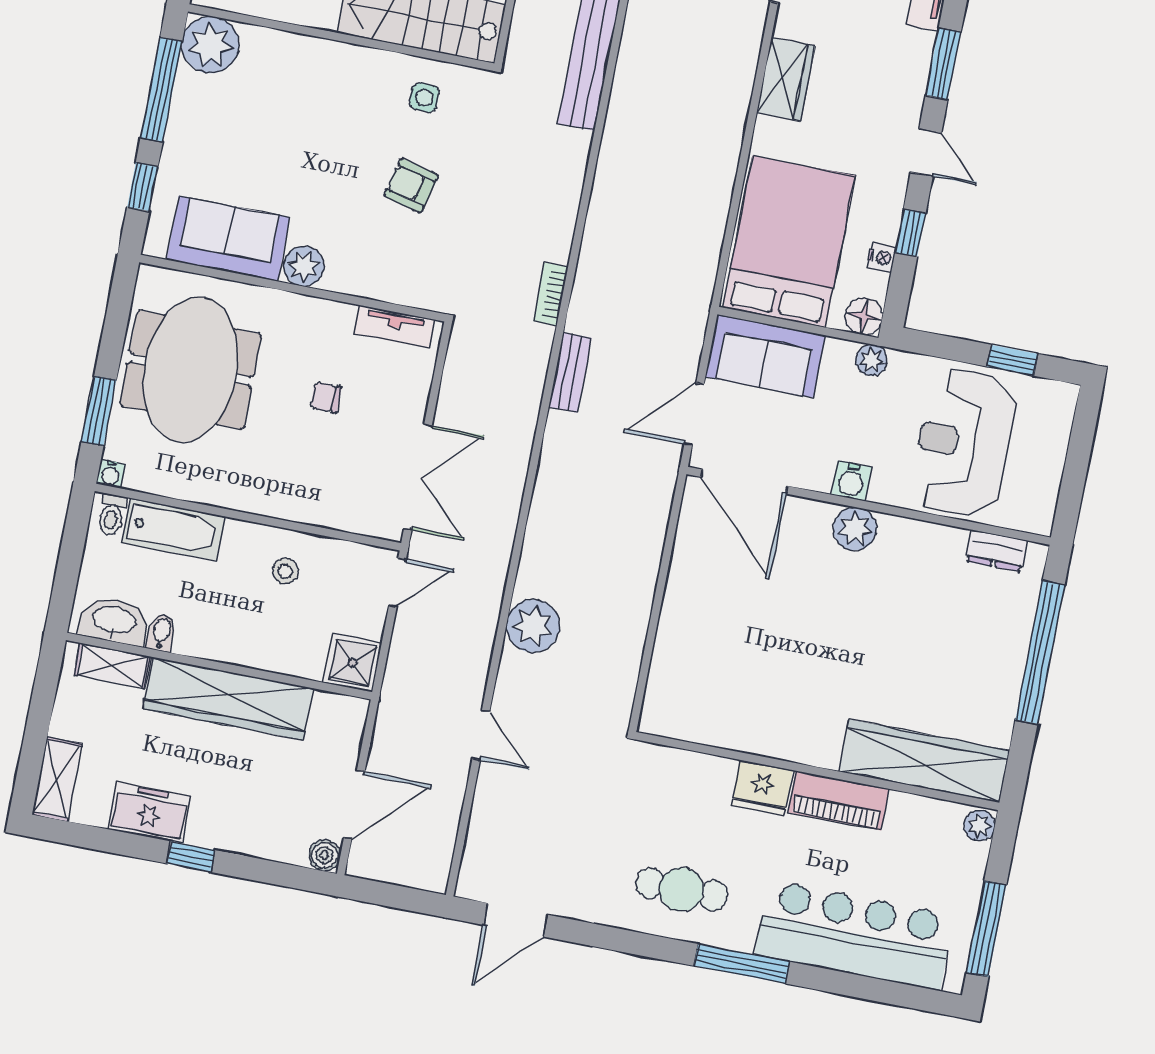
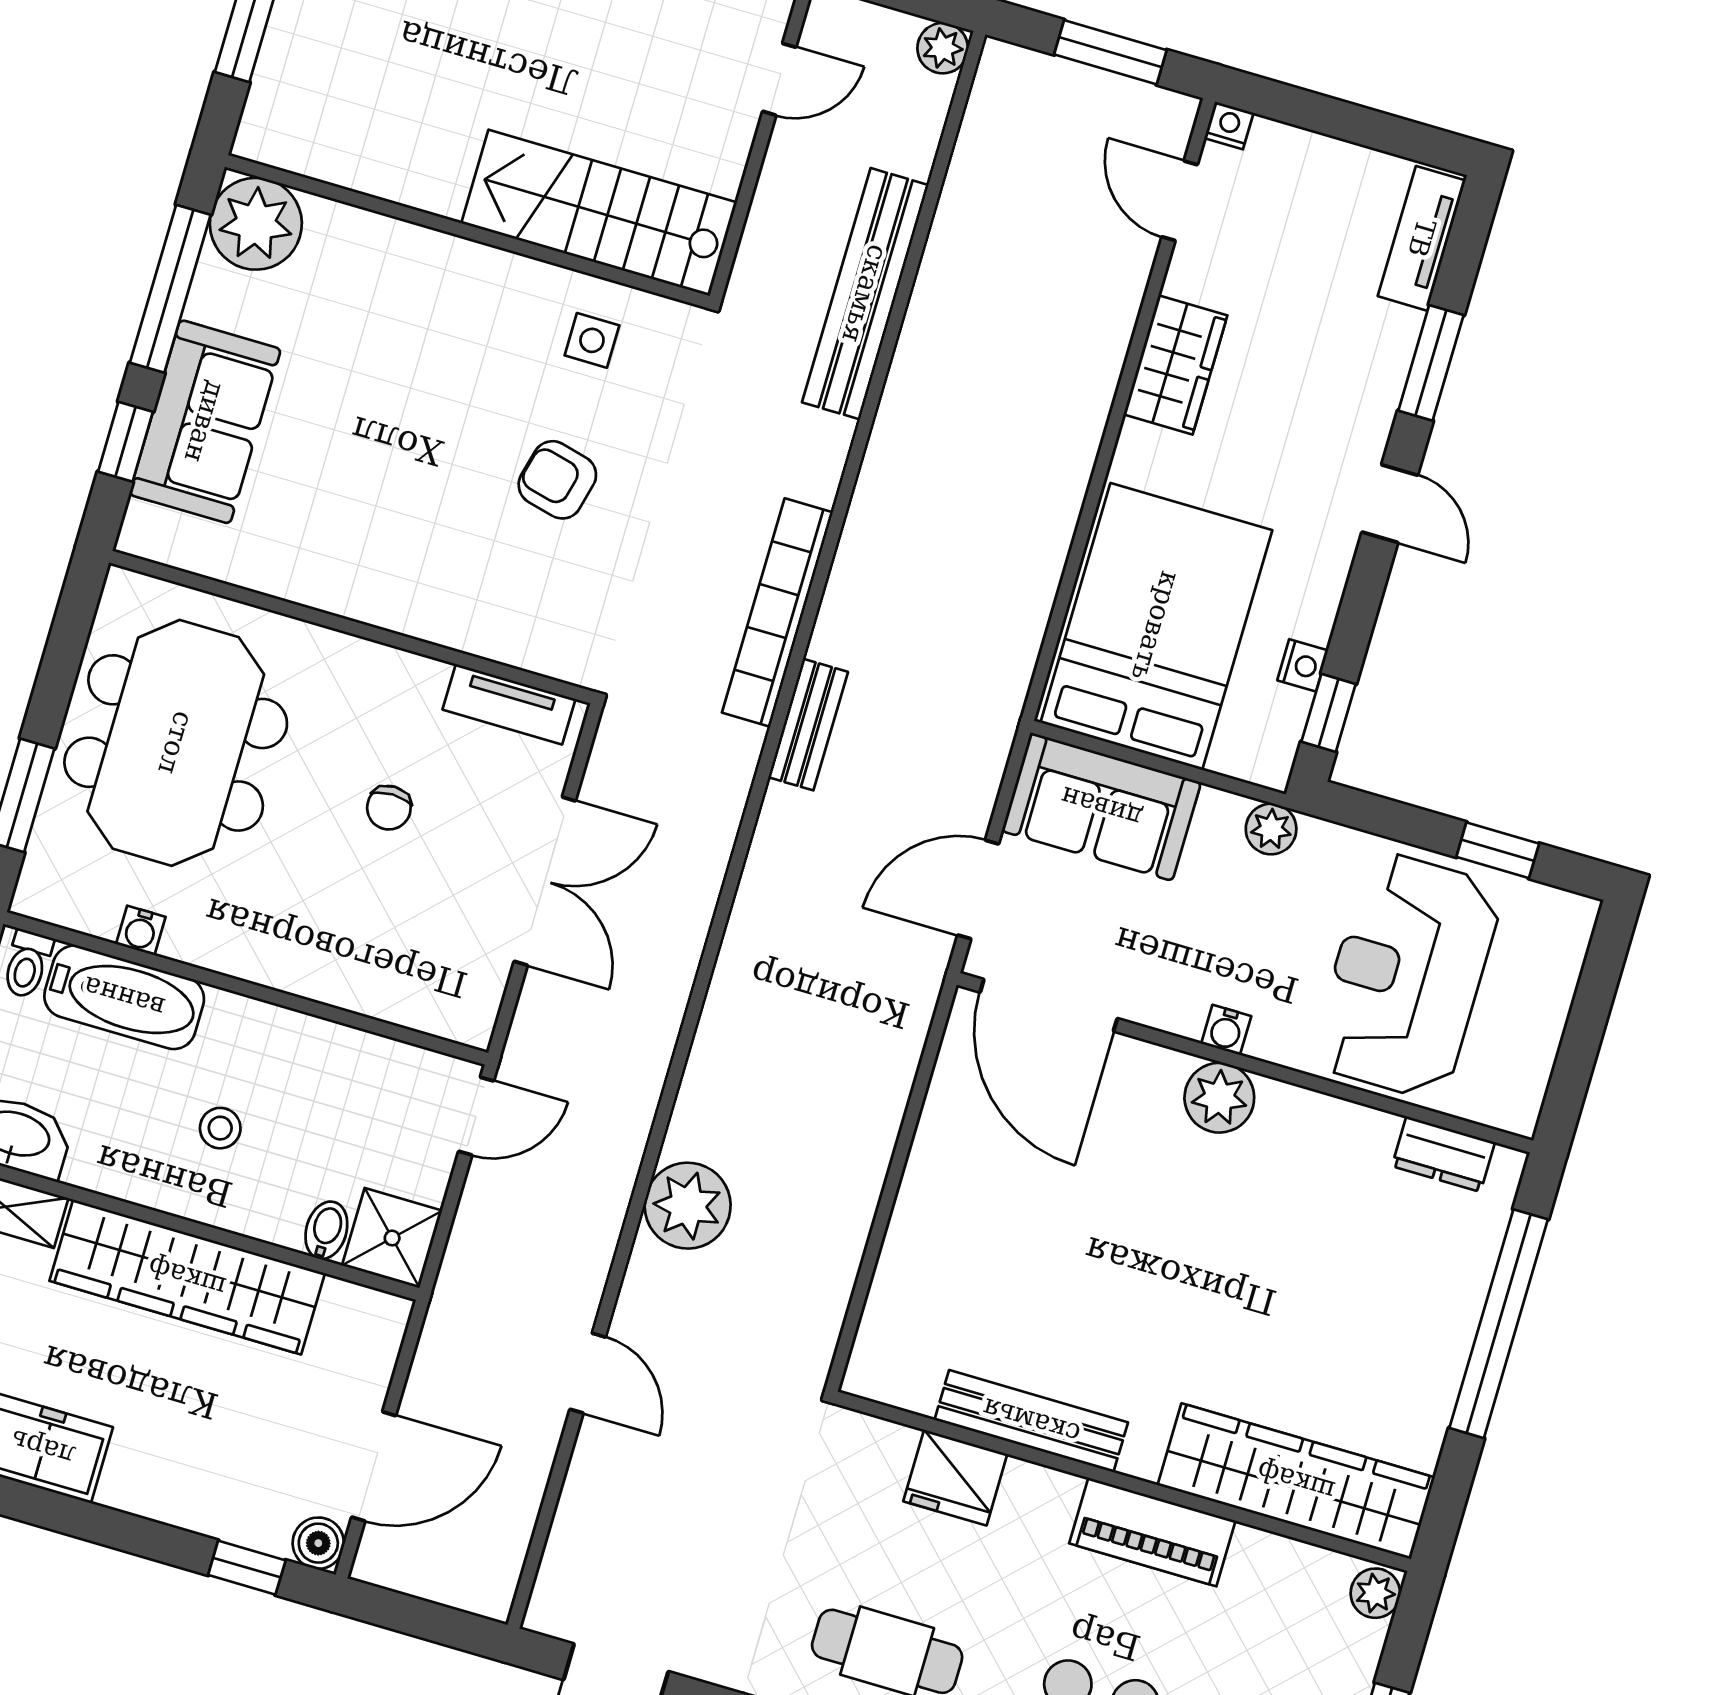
window: (910, 233) -> (1329, 713), moved
sofa: (228, 239) -> (205, 422), moved, turned 90
plant: (304, 266) -> (373, 594), removed
bookcase: (551, 294) -> (777, 612), width x2.31, depth x1.31
floor lamp: (864, 316) -> (1266, 758), removed
bench: (570, 373) -> (808, 725), moved
chair: (326, 397) -> (389, 808), turned -90
water cooler: (111, 474) -> (141, 930), moved
double door: (418, 477) -> (545, 881), moved
water cooler: (851, 481) -> (1226, 1030), width x0.72, depth x0.72
stool: (285, 571) -> (220, 1128), moved
bidet: (161, 633) -> (326, 1230), moved
bench: (757, 739) -> (1031, 1421), added
fridge: (762, 788) -> (955, 1478), moved
window: (191, 857) -> (247, 1568), moved

